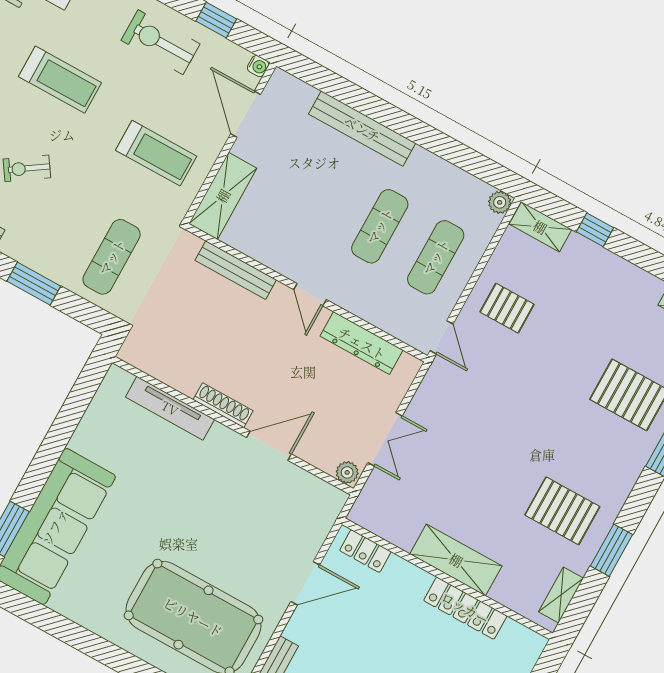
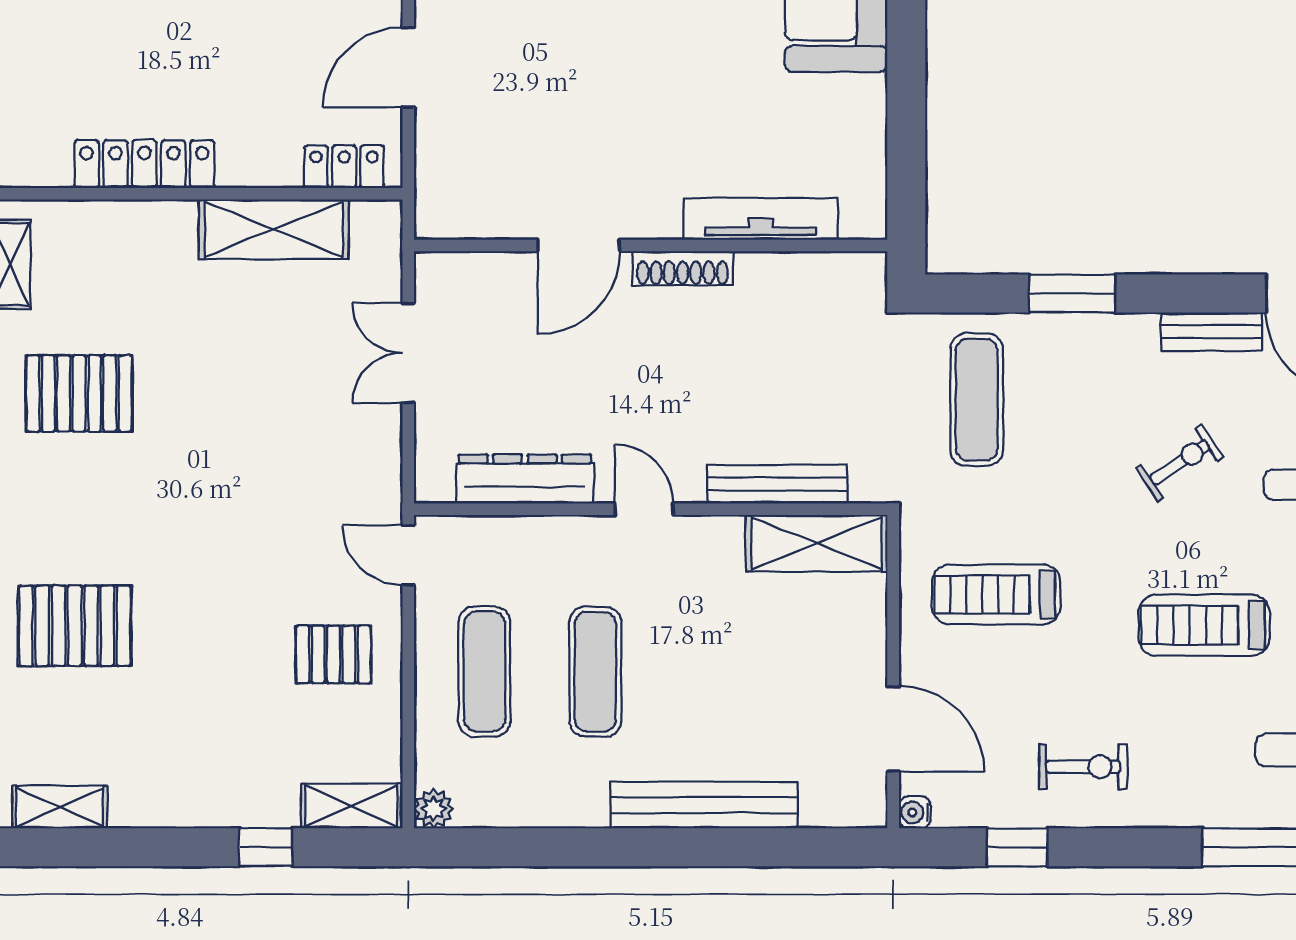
exercise bike: (160, 42) -> (1083, 767), width x0.73, depth x0.72
shelving: (223, 196) -> (817, 543), moved, turned 90
plant: (347, 472) -> (438, 271), removed
shelving: (456, 560) -> (274, 229), moved

